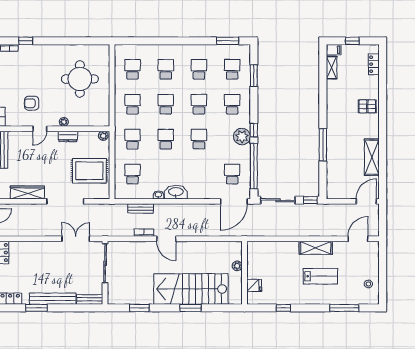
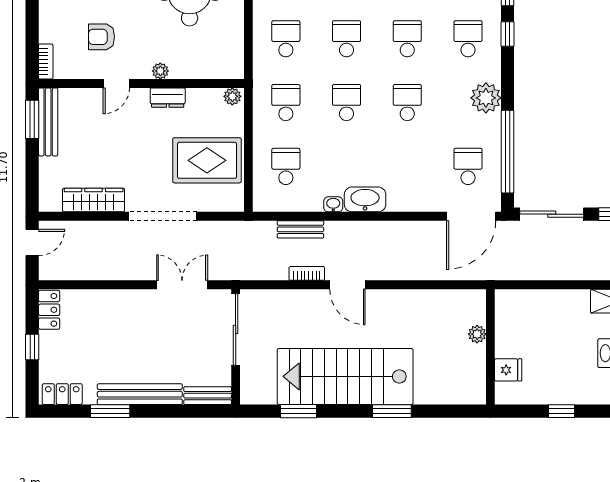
window: (254, 130) -> (508, 34), moved
stairs: (191, 289) -> (345, 376), moved

